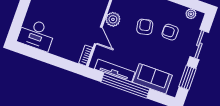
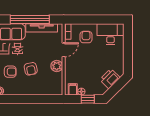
door: (98, 36) -> (64, 50), swing flipped
armchair: (66, 41) -> (86, 37), added

